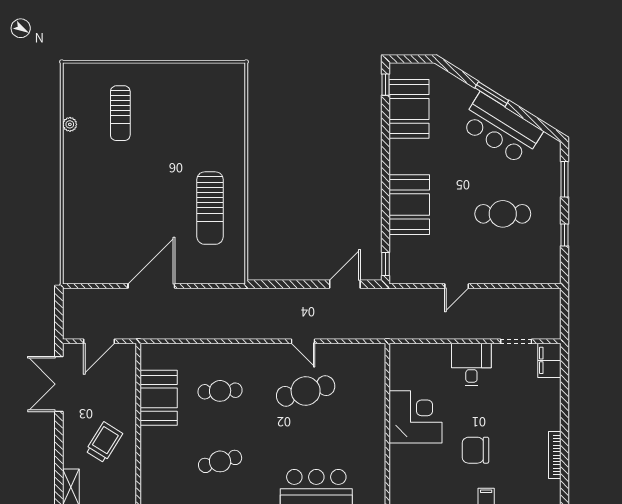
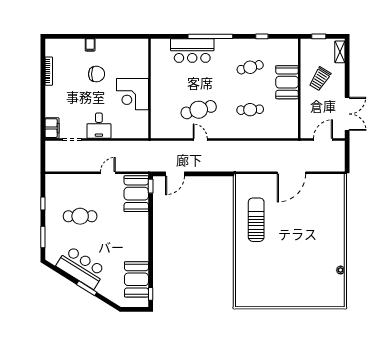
sun lounger: (120, 113) -> (310, 277), removed
booth: (409, 205) -> (136, 194), moved
booth: (159, 398) -> (287, 82), moved

